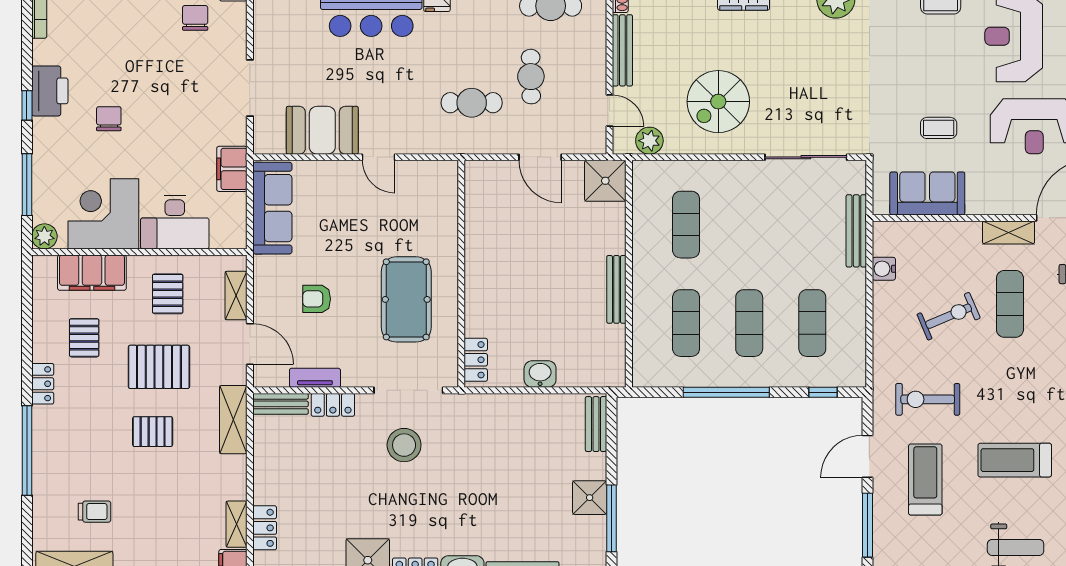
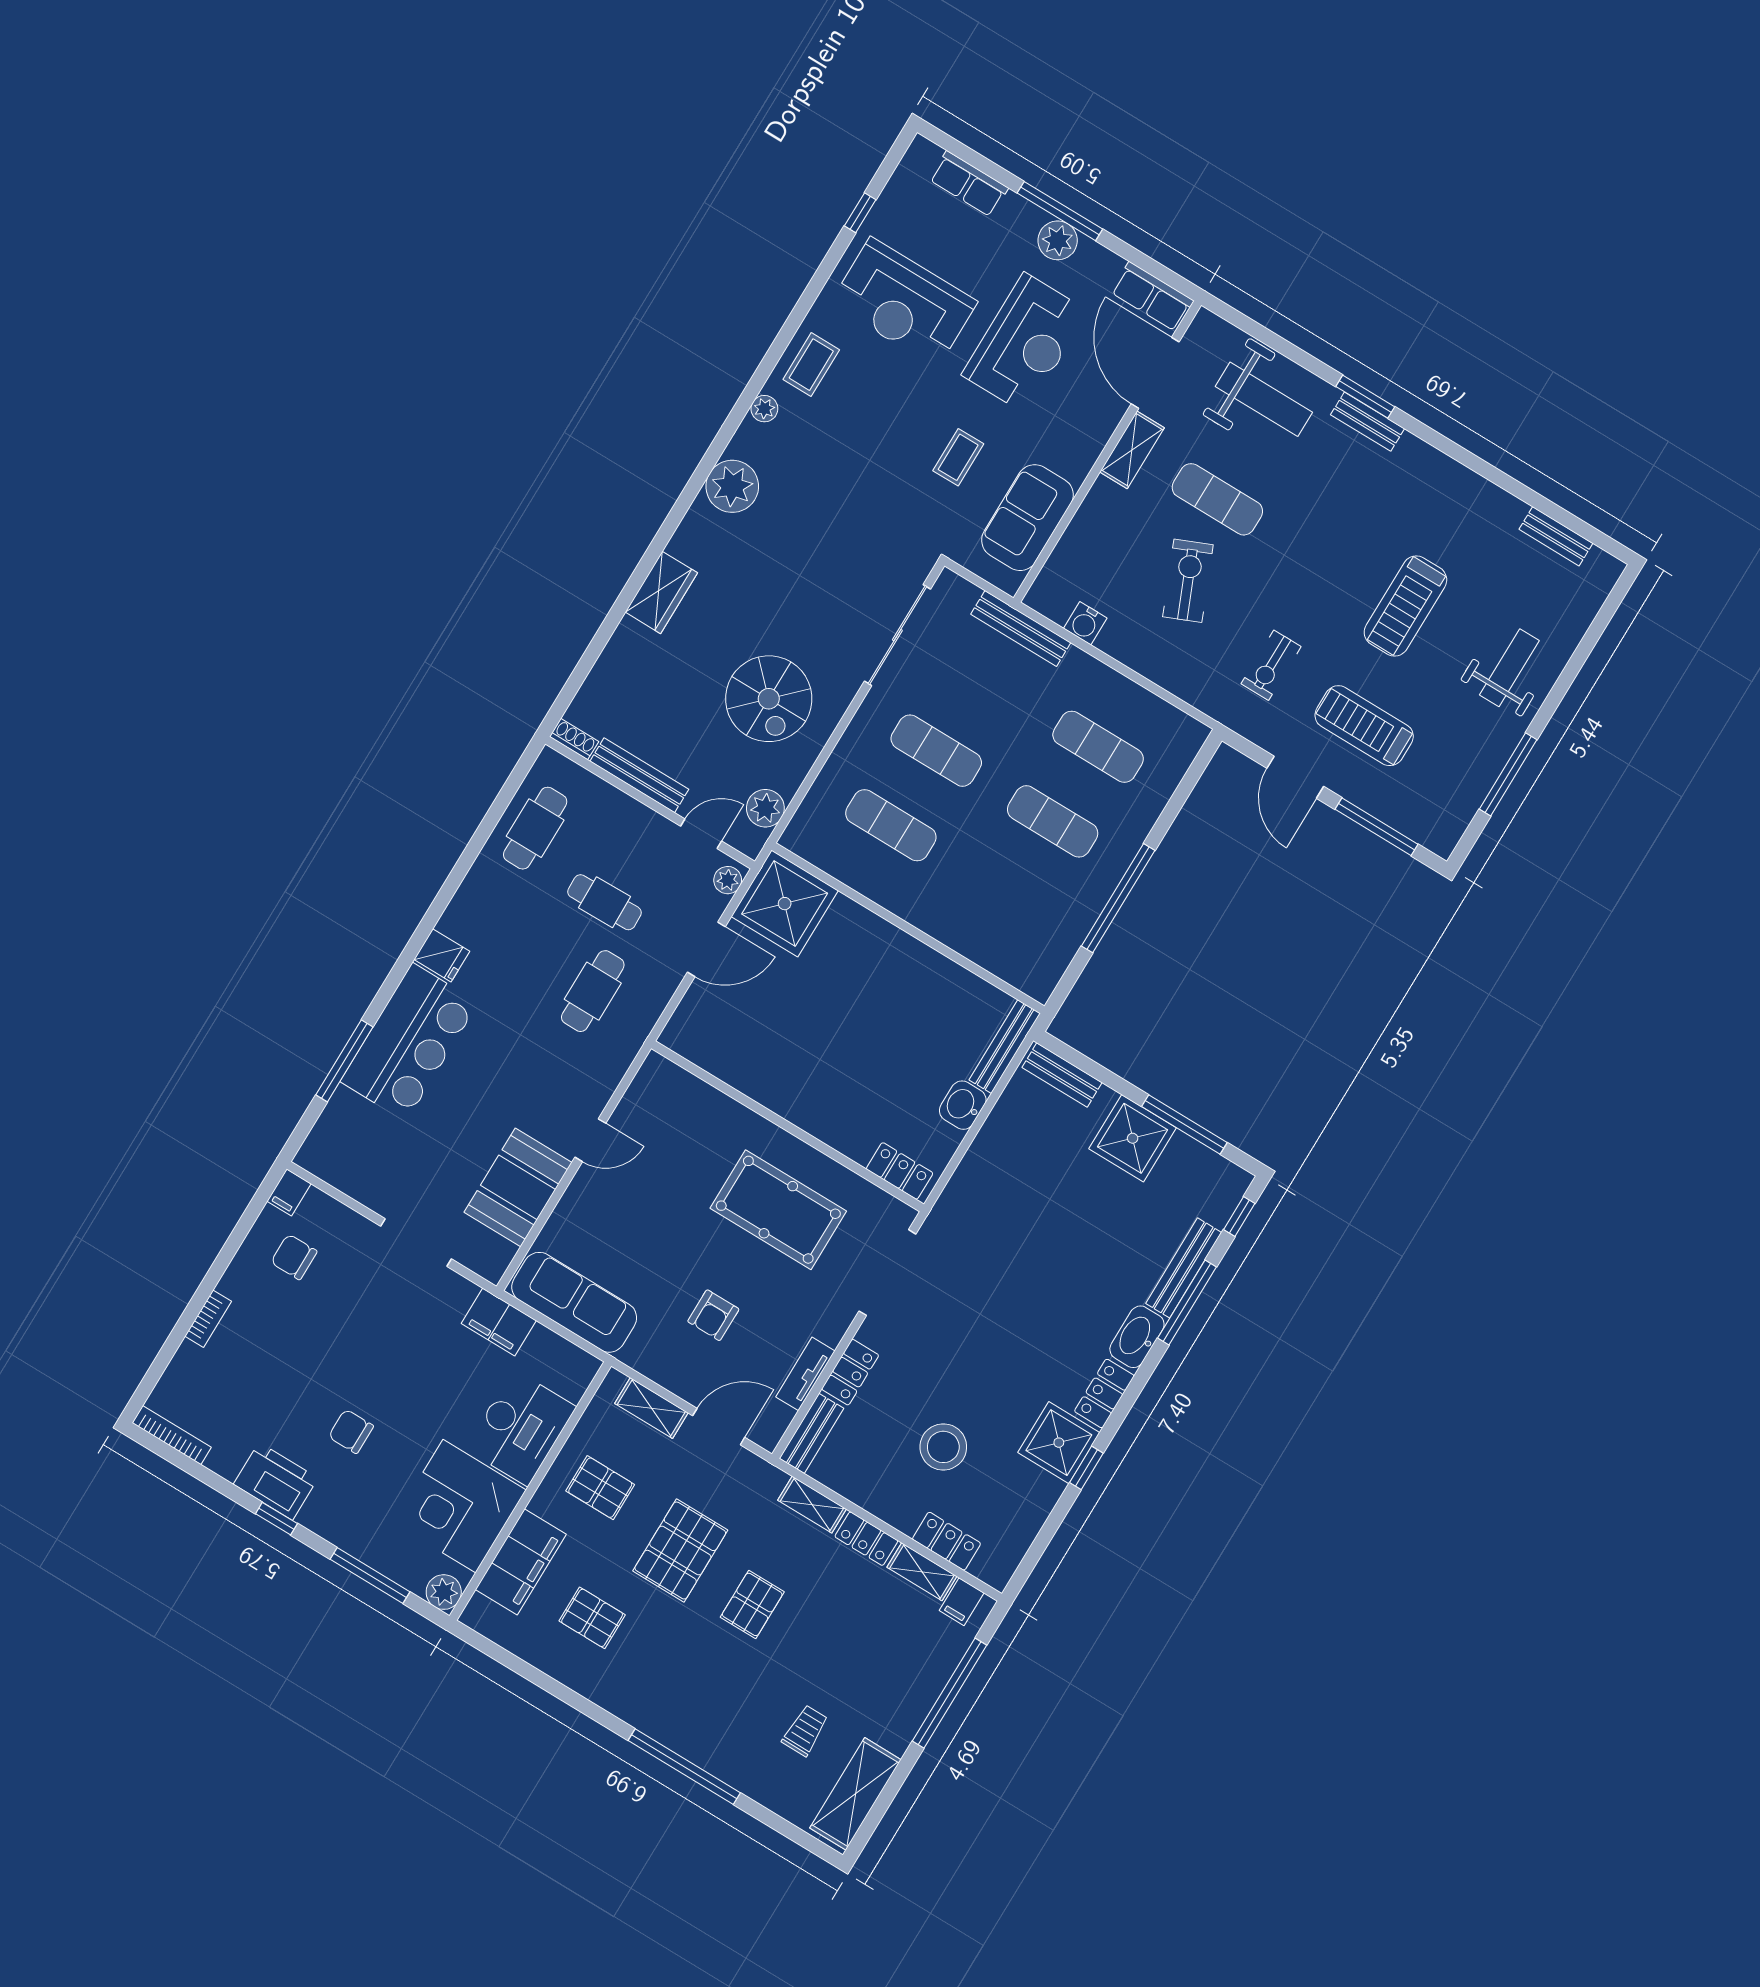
plant: (591, 144) -> (728, 880), added
shower: (605, 181) -> (785, 904), width x1.37, depth x1.37
bench: (616, 289) -> (1005, 1047), moved, turned 90
exercise mat: (686, 323) -> (936, 751), moved
locker: (43, 384) -> (866, 1539), moved, turned 180
window: (823, 392) -> (1188, 784), removed
exercise bike: (928, 399) -> (1271, 665), width x0.73, depth x0.72
shelving: (233, 420) -> (812, 1505), width x0.67, depth x0.75
stool: (404, 445) -> (943, 1447), moved
shower: (590, 498) -> (1133, 1138), width x1.36, depth x1.36

